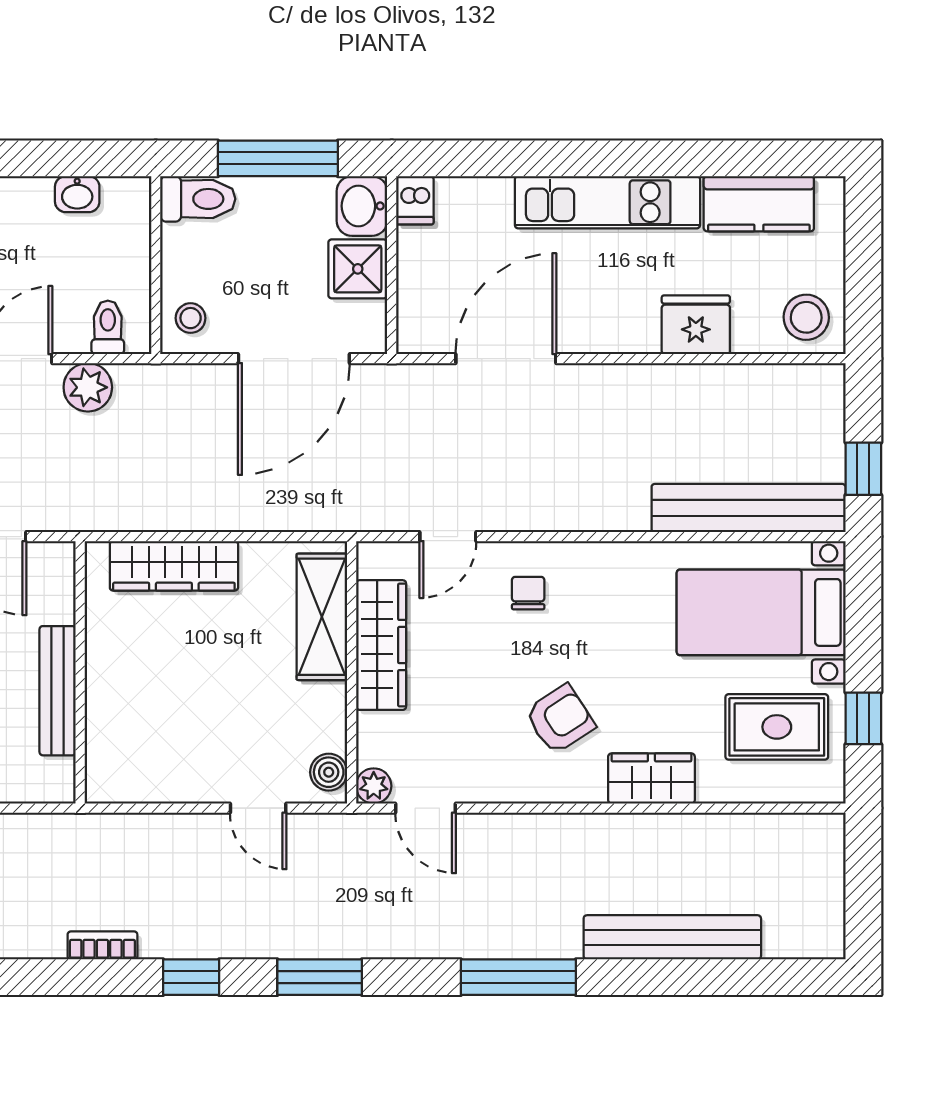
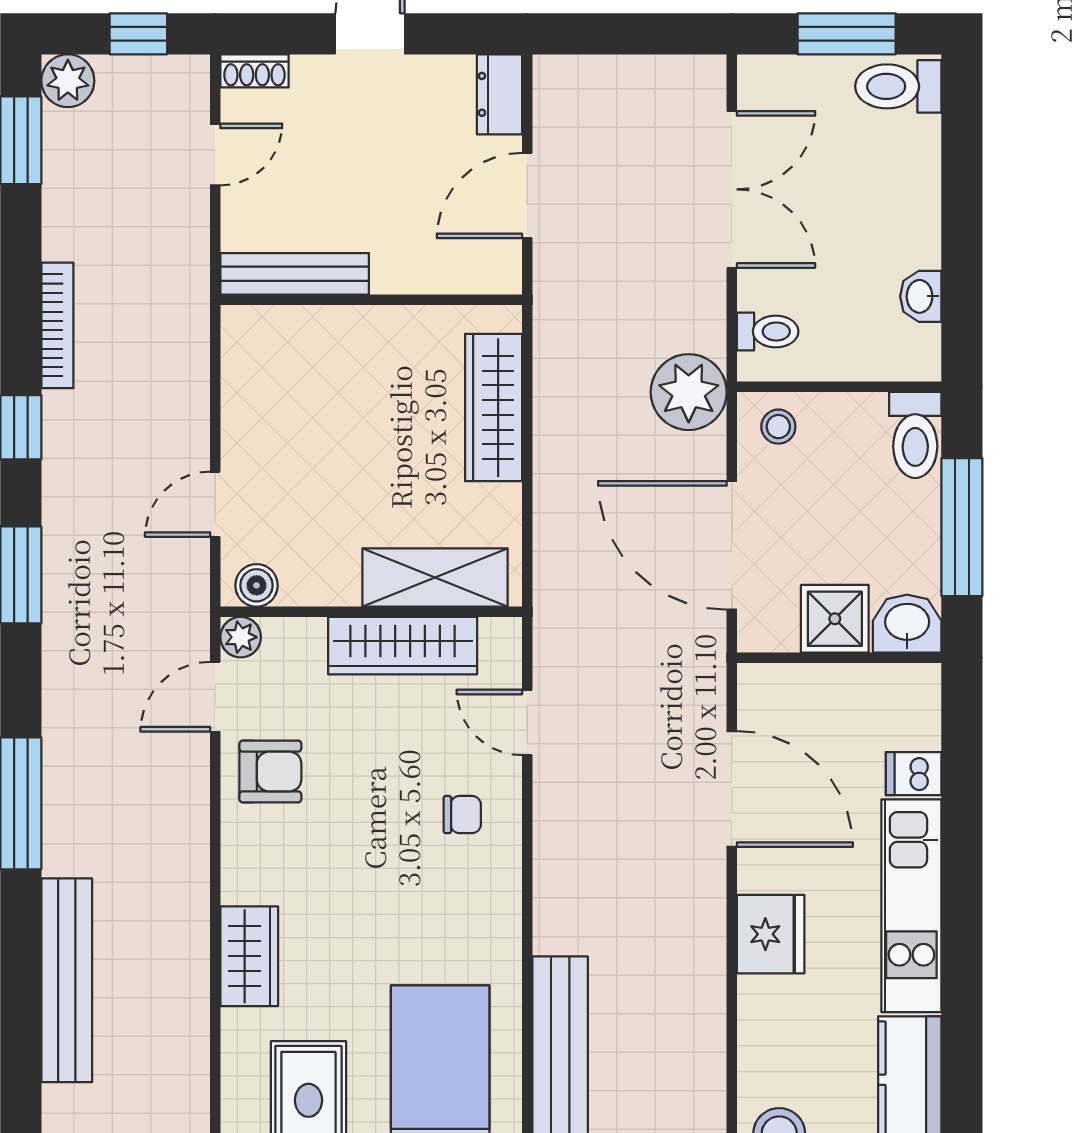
dishwasher: (415, 200) -> (914, 774), moved
fridge: (696, 325) -> (771, 934), moved
plant: (88, 387) -> (689, 392), moved, width x1.36, depth x1.36
bench: (58, 691) -> (295, 274), moved
armchair: (560, 719) -> (270, 771), moved, turned -57
bookcase: (102, 945) -> (57, 325), width x1.56

